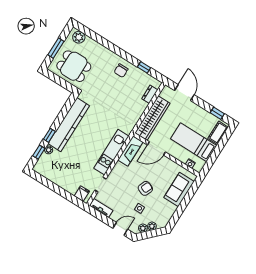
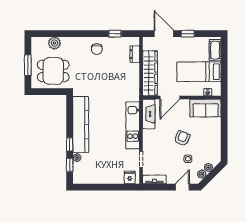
plant: (79, 37) -> (54, 43), moved
window: (217, 113) -> (188, 34), moved
sofa: (179, 189) -> (205, 108), moved, turned -90

